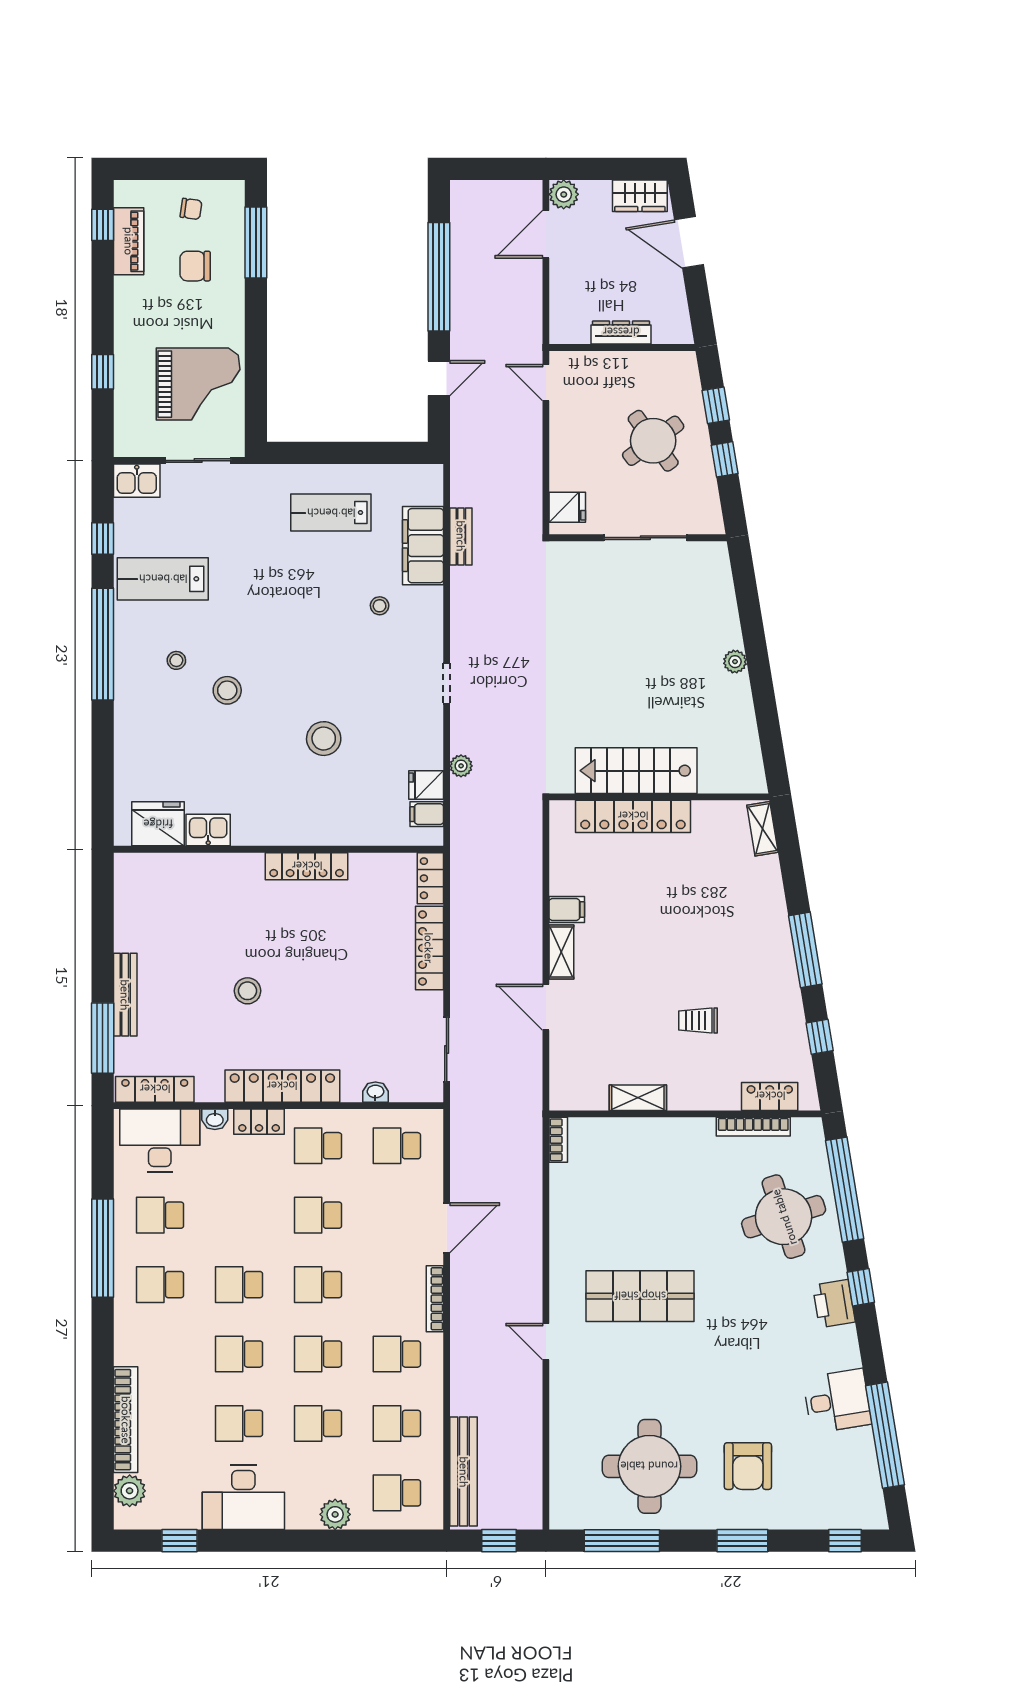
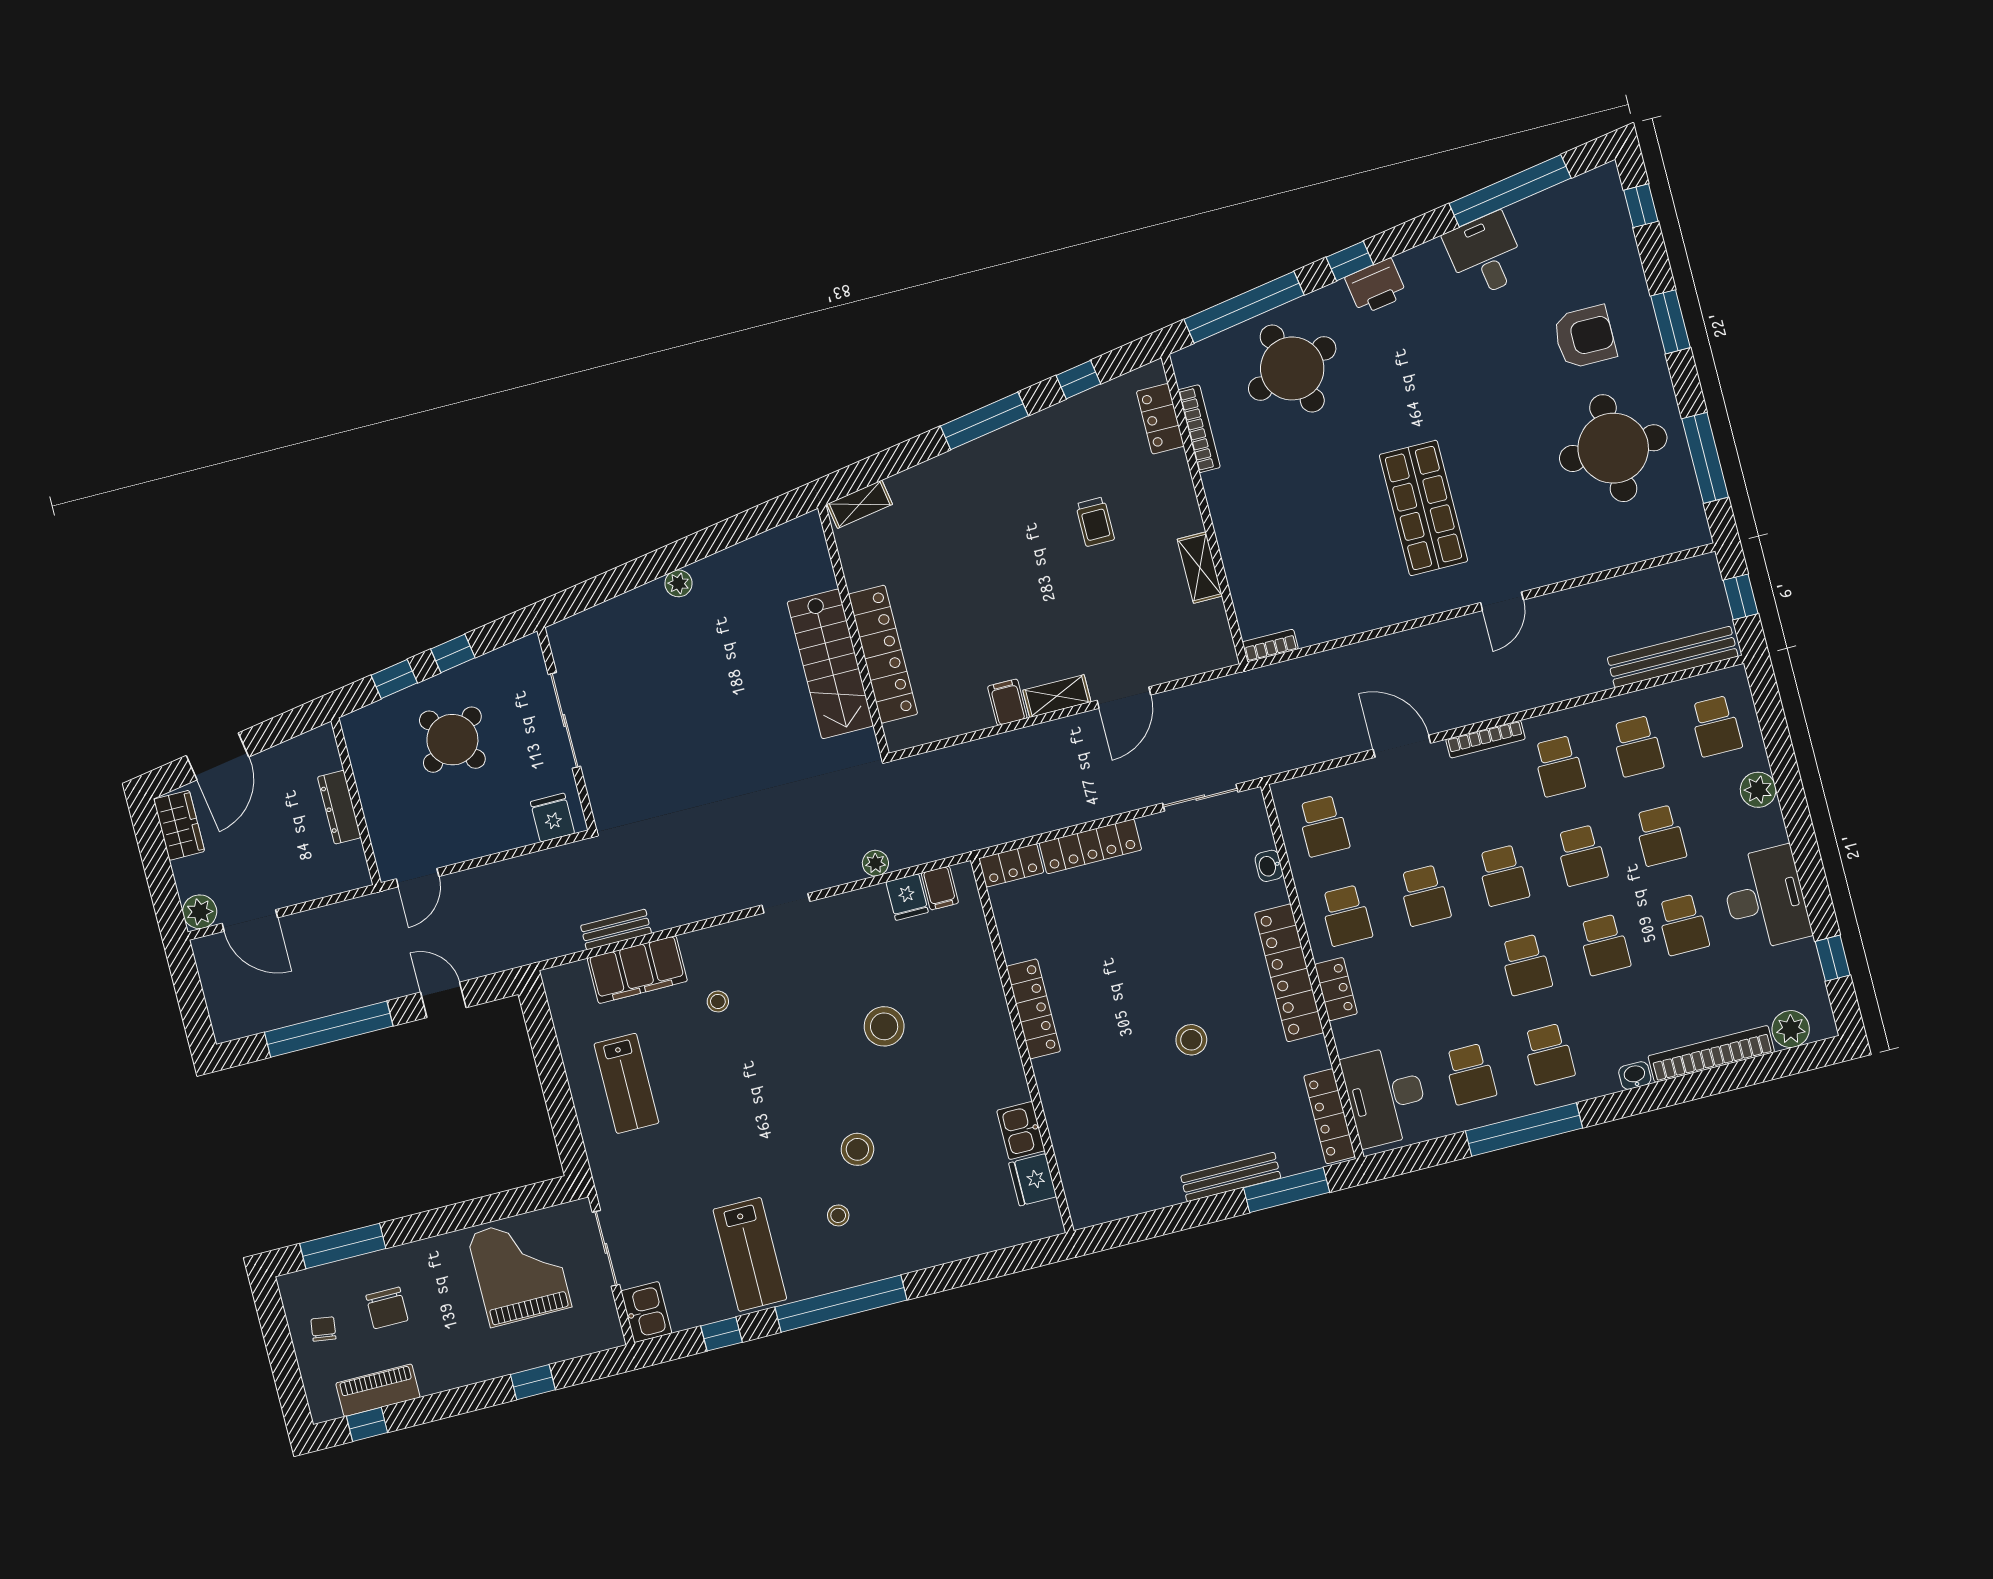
fridge: (158, 824) -> (1033, 1180), width x0.73, depth x0.75
washbasin: (215, 1119) -> (1635, 1075), moved, turned -90

